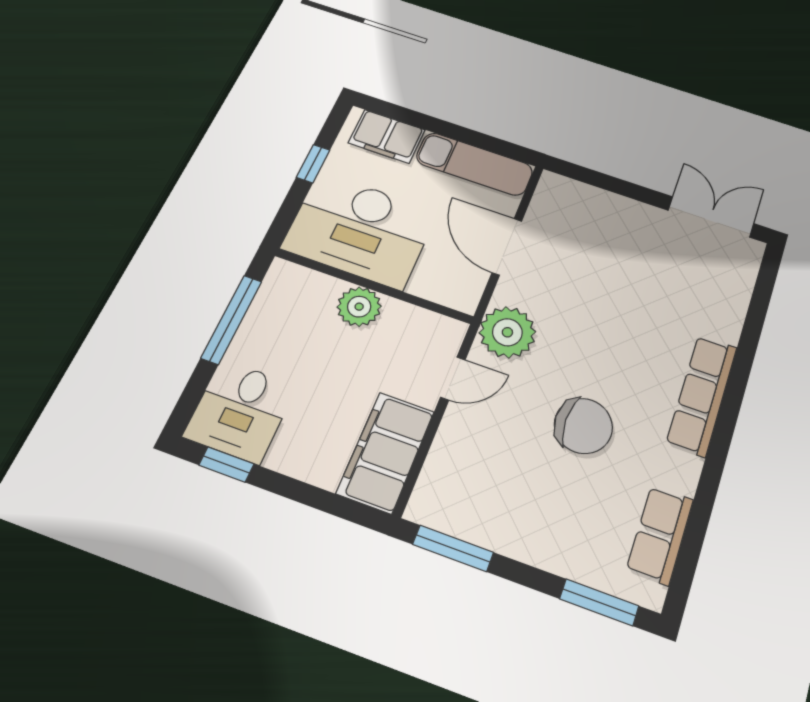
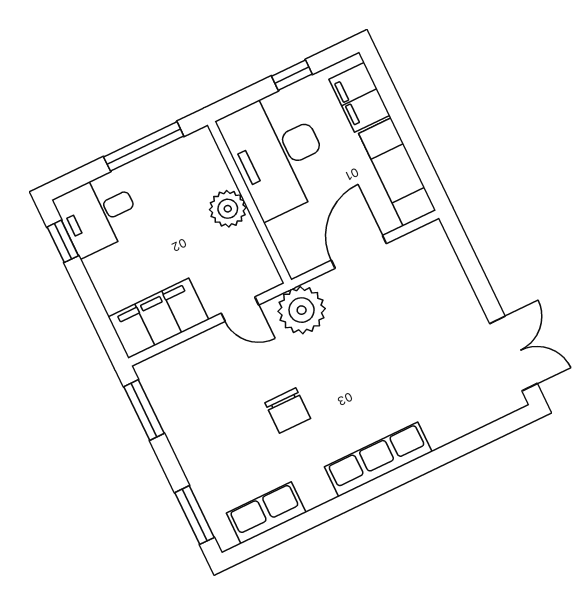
chair: (583, 426) -> (288, 411), width x0.73, depth x0.73

